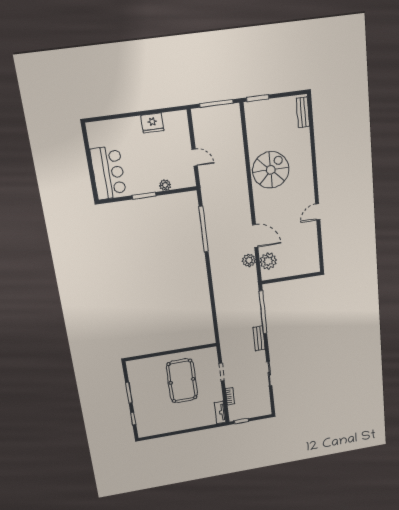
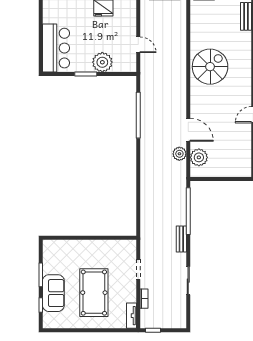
plant: (165, 185) -> (102, 62), width x1.87, depth x1.87
pool table: (182, 381) -> (94, 293), moved
sofa: (144, 406) -> (53, 293), added

